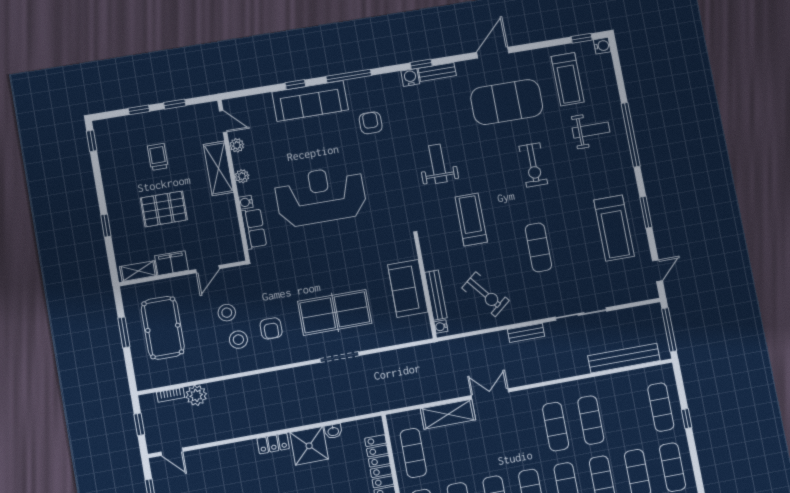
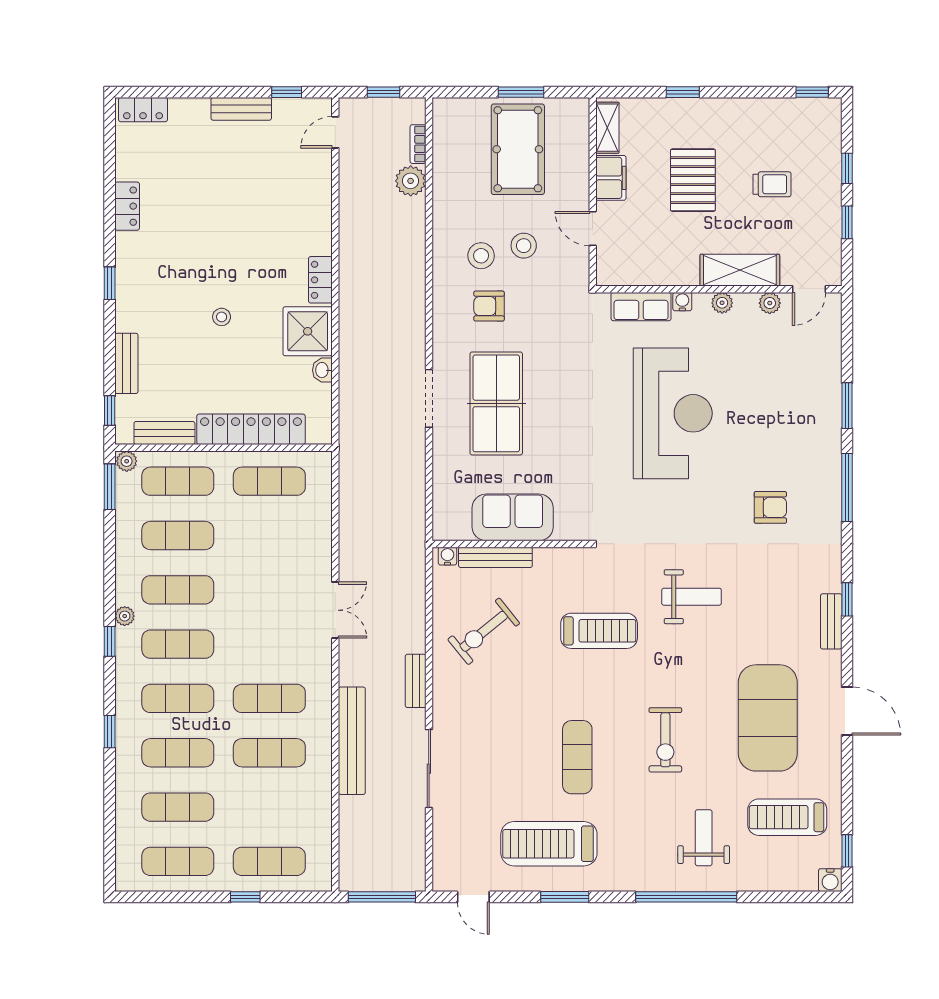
water cooler: (410, 77) -> (829, 579), removed
window: (295, 85) -> (847, 406), width x1.50
sofa: (310, 101) -> (819, 423), removed
weight bench: (591, 130) -> (704, 838), turned 180
exercise bike: (533, 165) -> (665, 740), turned -90
exercise mat: (538, 247) -> (577, 757), moved, turned 90
pool table: (163, 328) -> (518, 149), turned 90
bench: (624, 358) -> (352, 741), moved
shelving: (448, 414) -> (317, 543), removed

